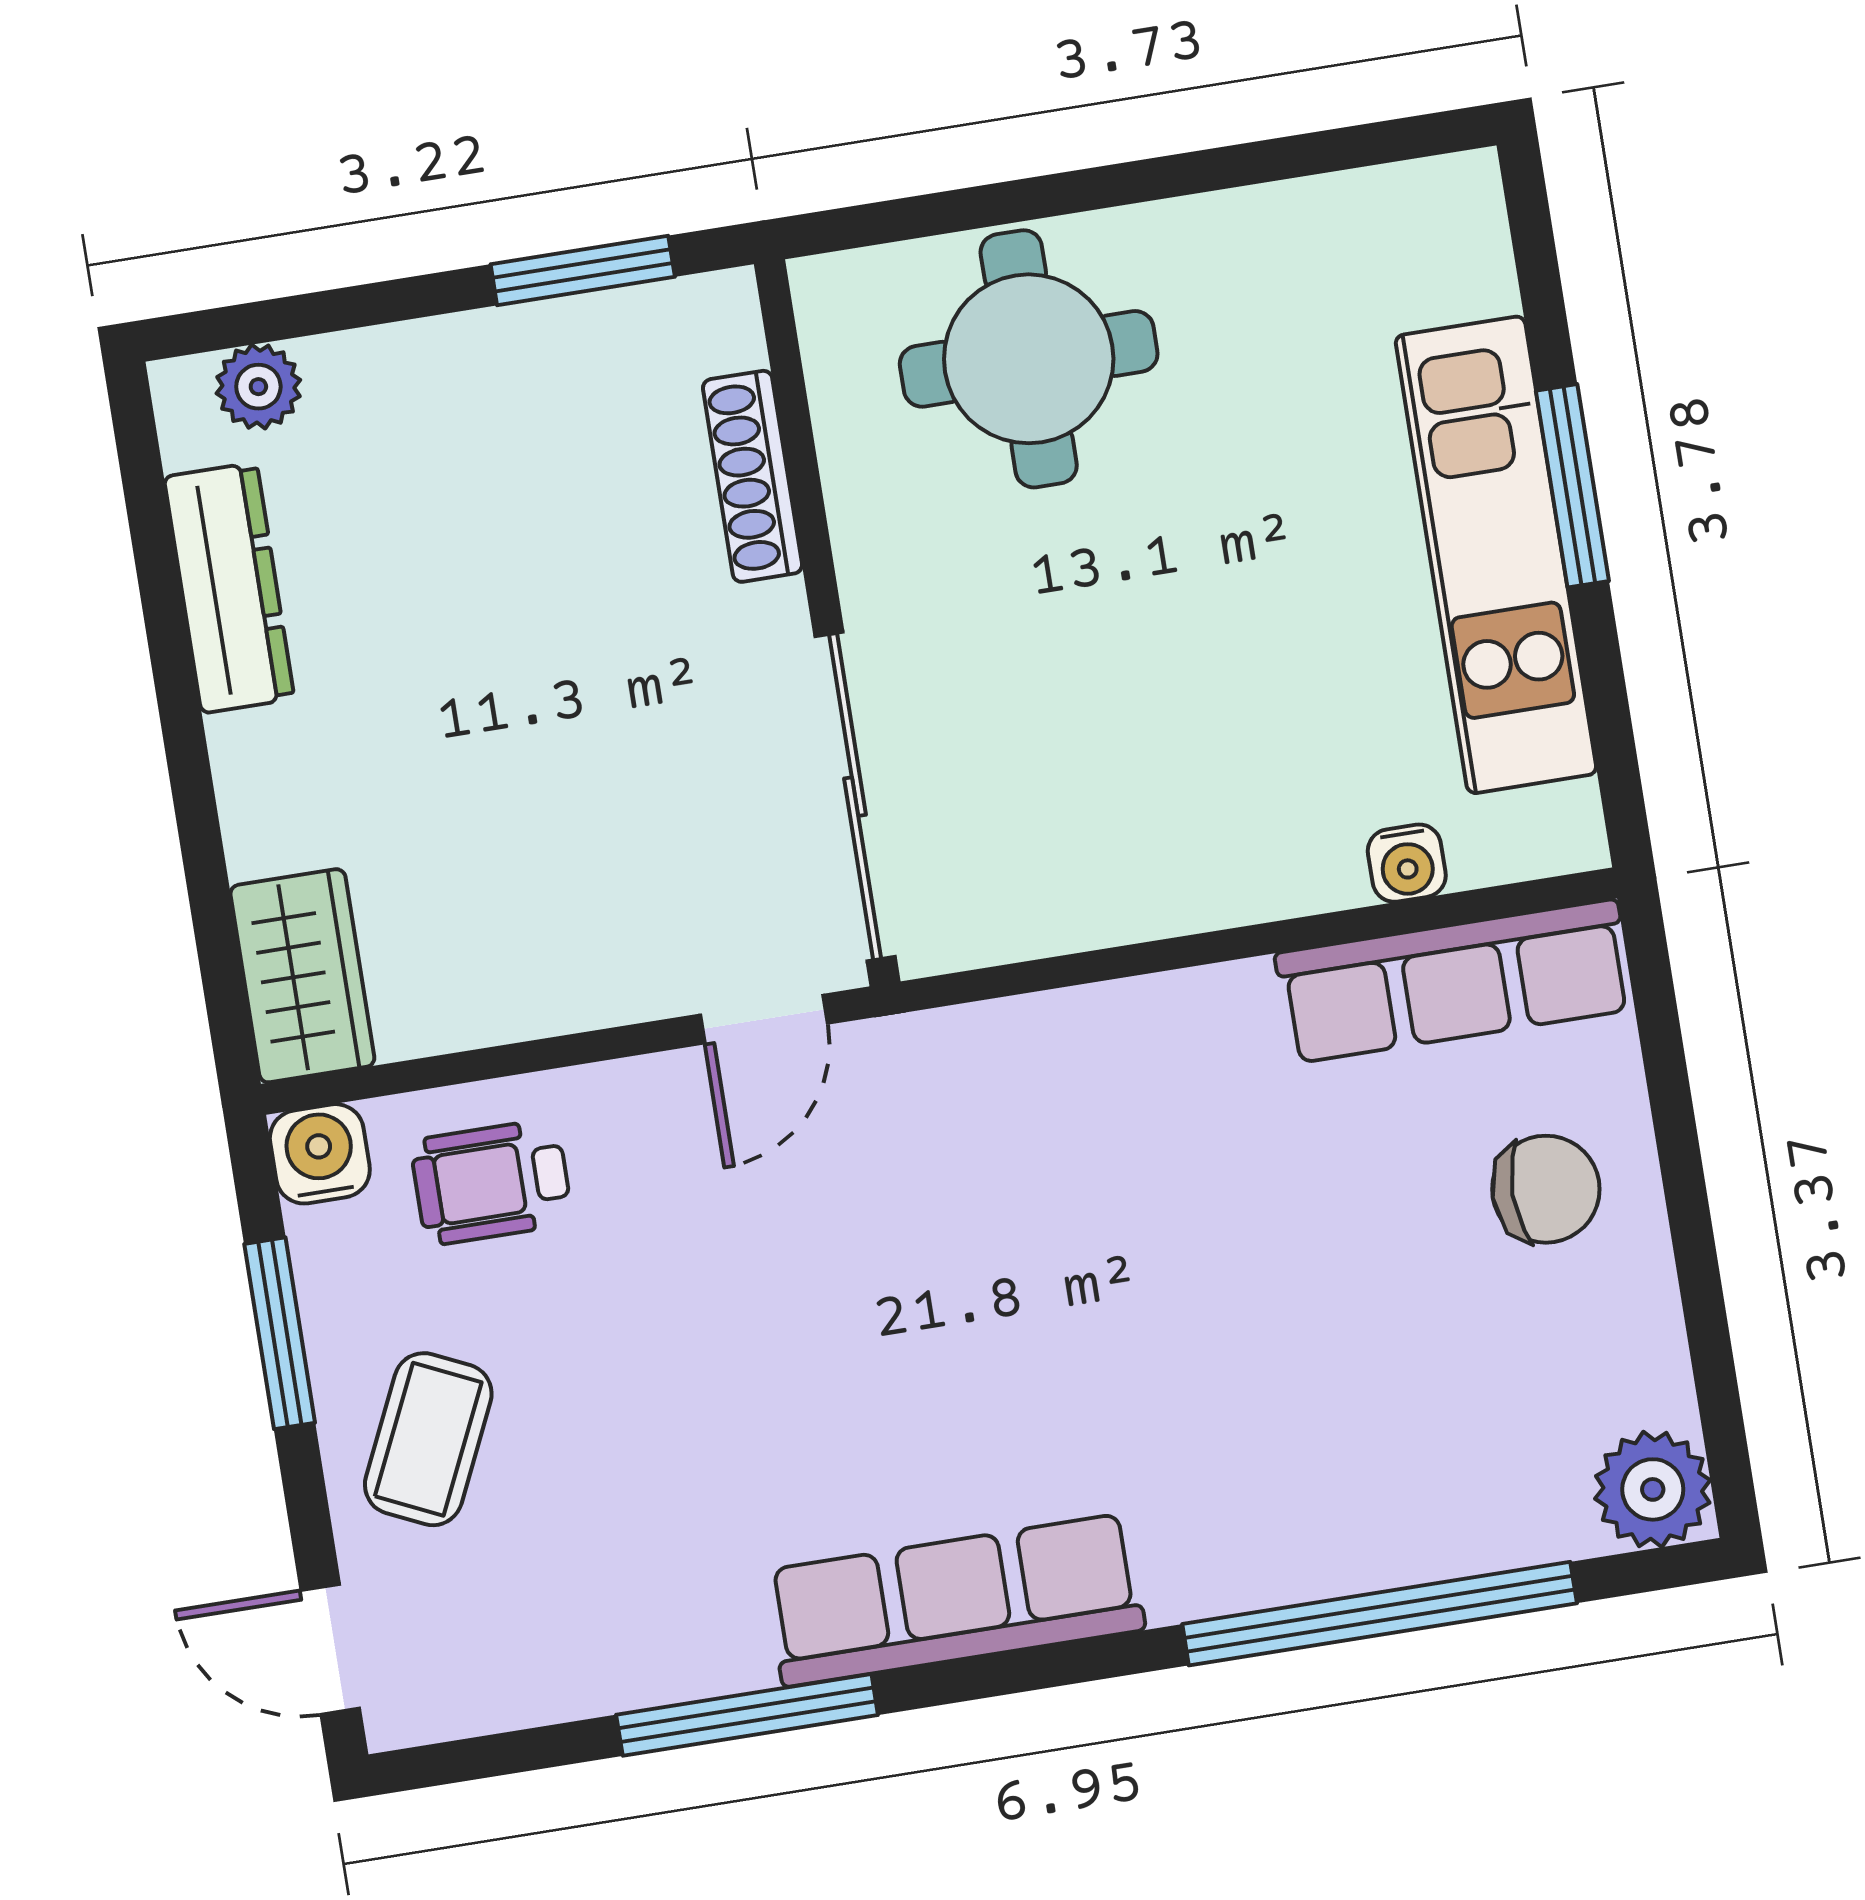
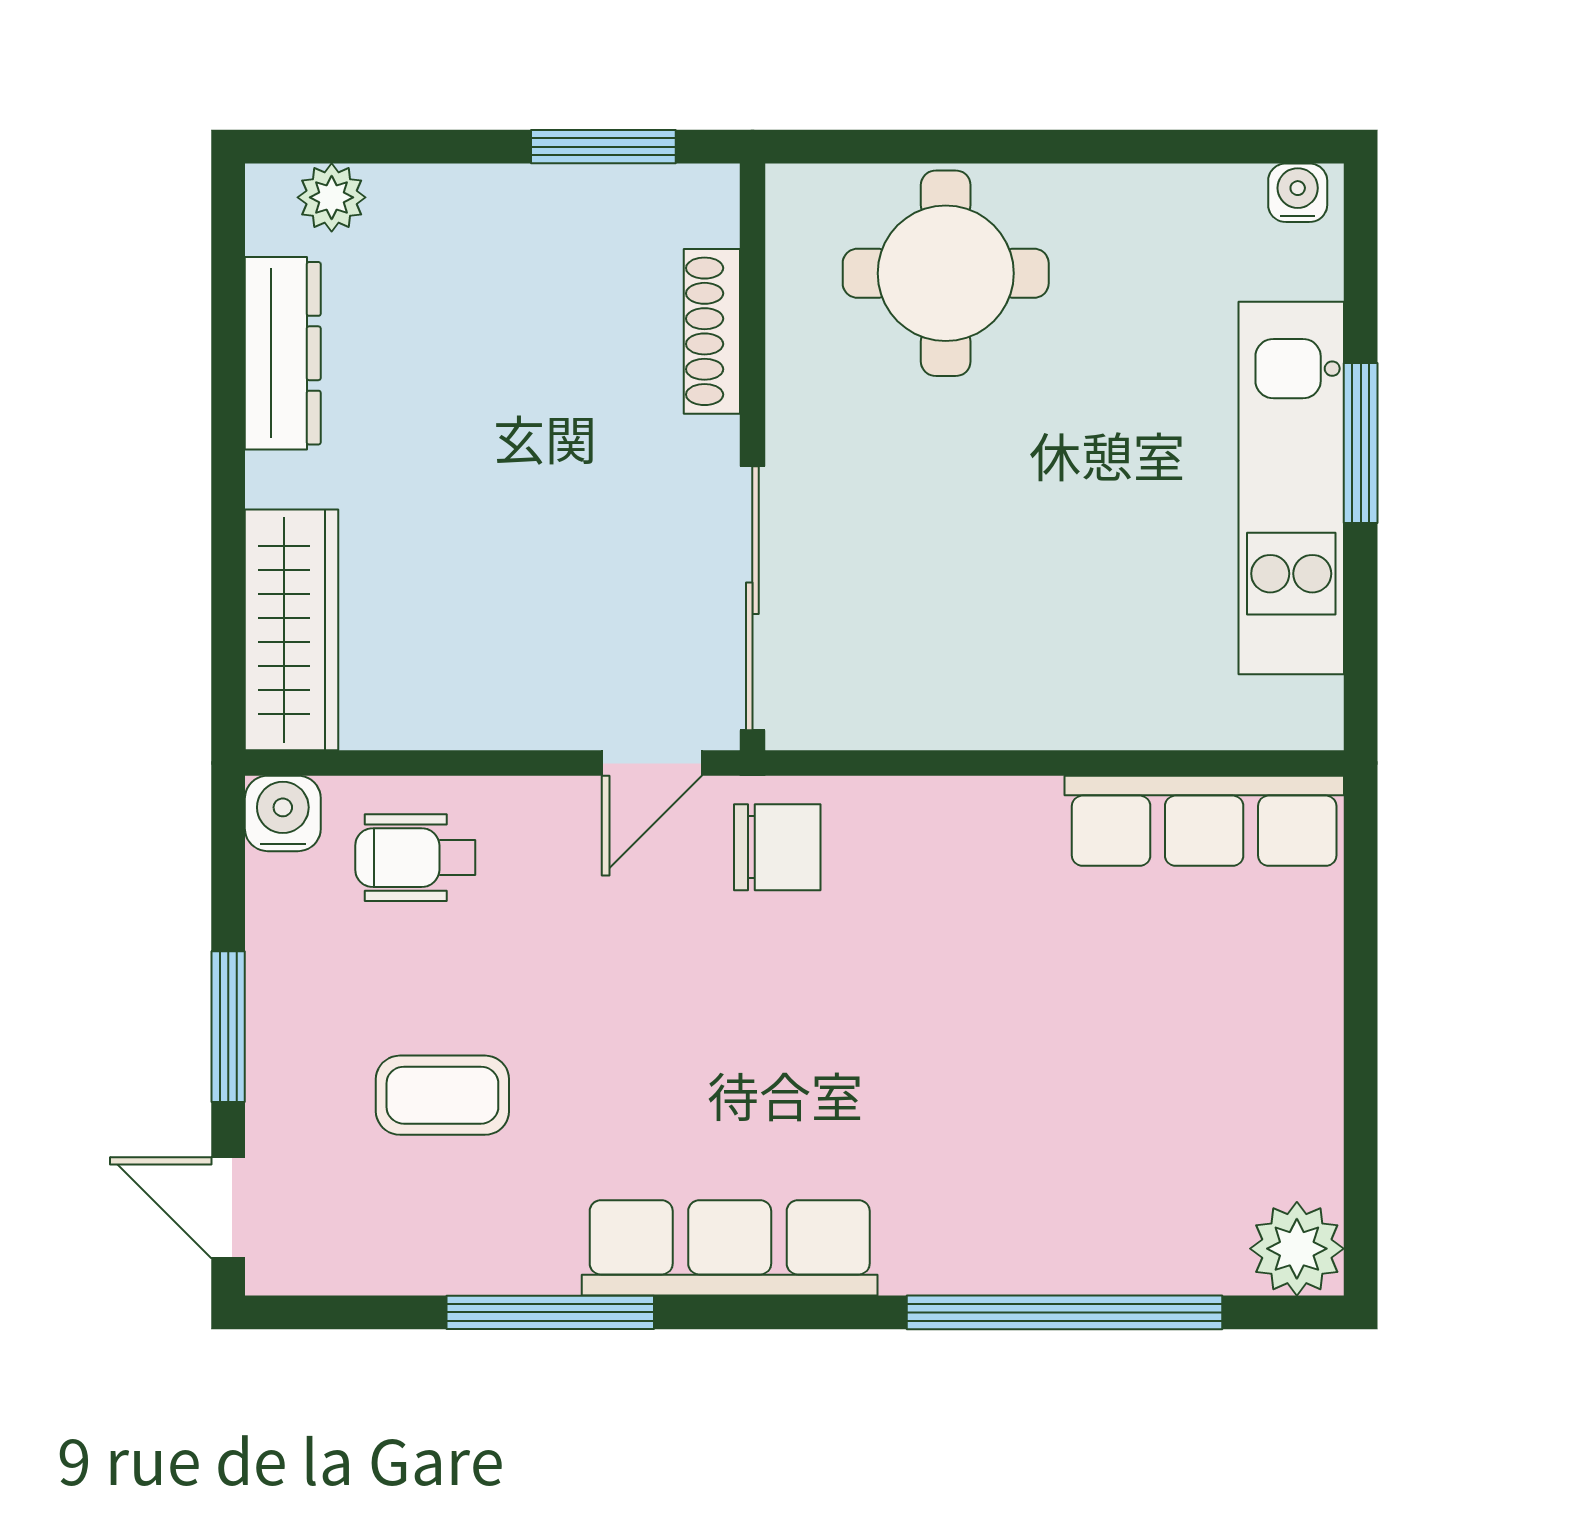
water cooler: (1407, 863) -> (1298, 193), moved, turned 180
wardrobe: (302, 976) -> (292, 630), width x1.50
chair: (1546, 1189) -> (777, 847), moved
window: (280, 1333) -> (228, 1027), moved
coffee table: (428, 1439) -> (442, 1095), moved, turned 65

